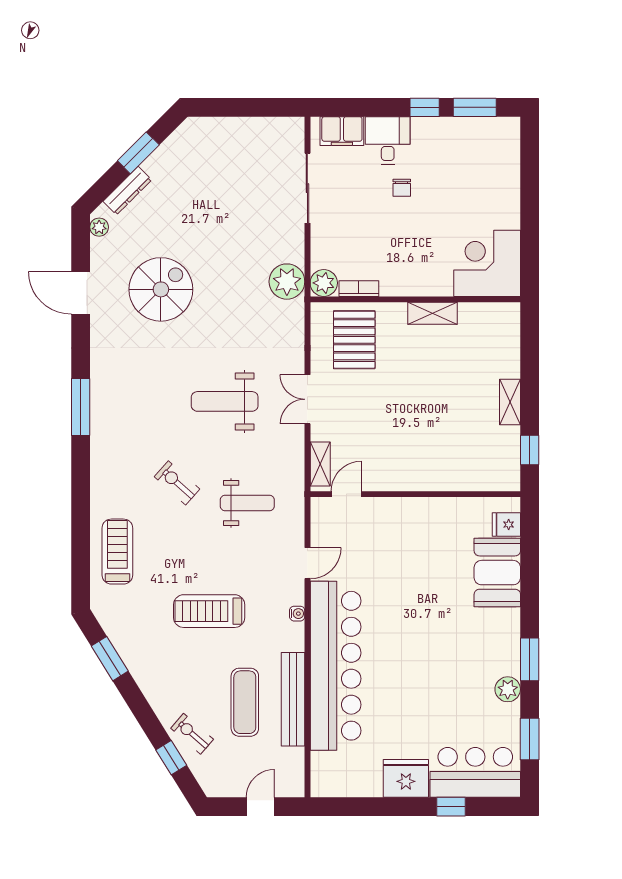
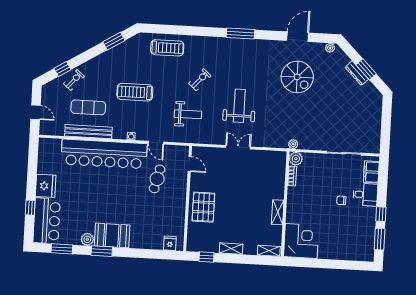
dresser: (127, 191) -> (357, 73), moved
plant: (287, 282) -> (293, 144), width x0.53, depth x0.53
pallet: (354, 340) -> (203, 207), moved, turned 90
shelving: (320, 464) -> (269, 251), moved
weight bench: (247, 503) -> (188, 114), turned -90
cafe table: (380, 557) -> (157, 179), added
booth: (497, 573) -> (112, 235), moved
treadmill: (209, 611) -> (135, 92), turned -90

